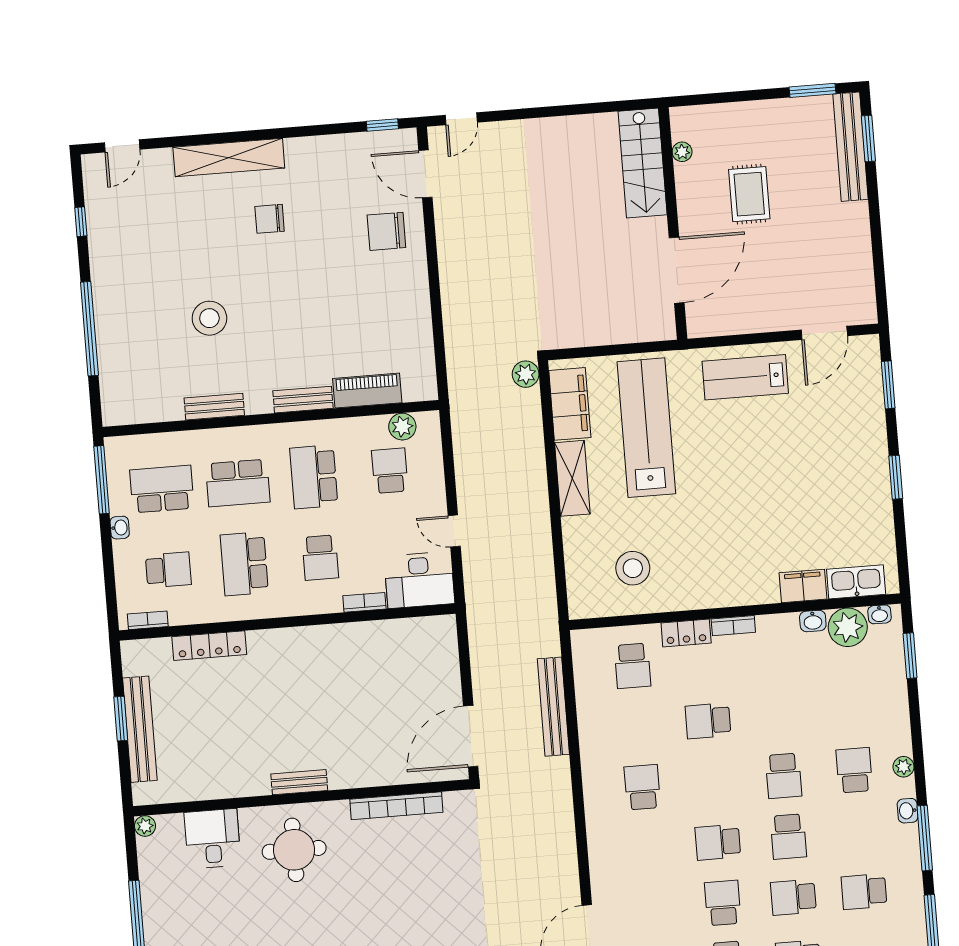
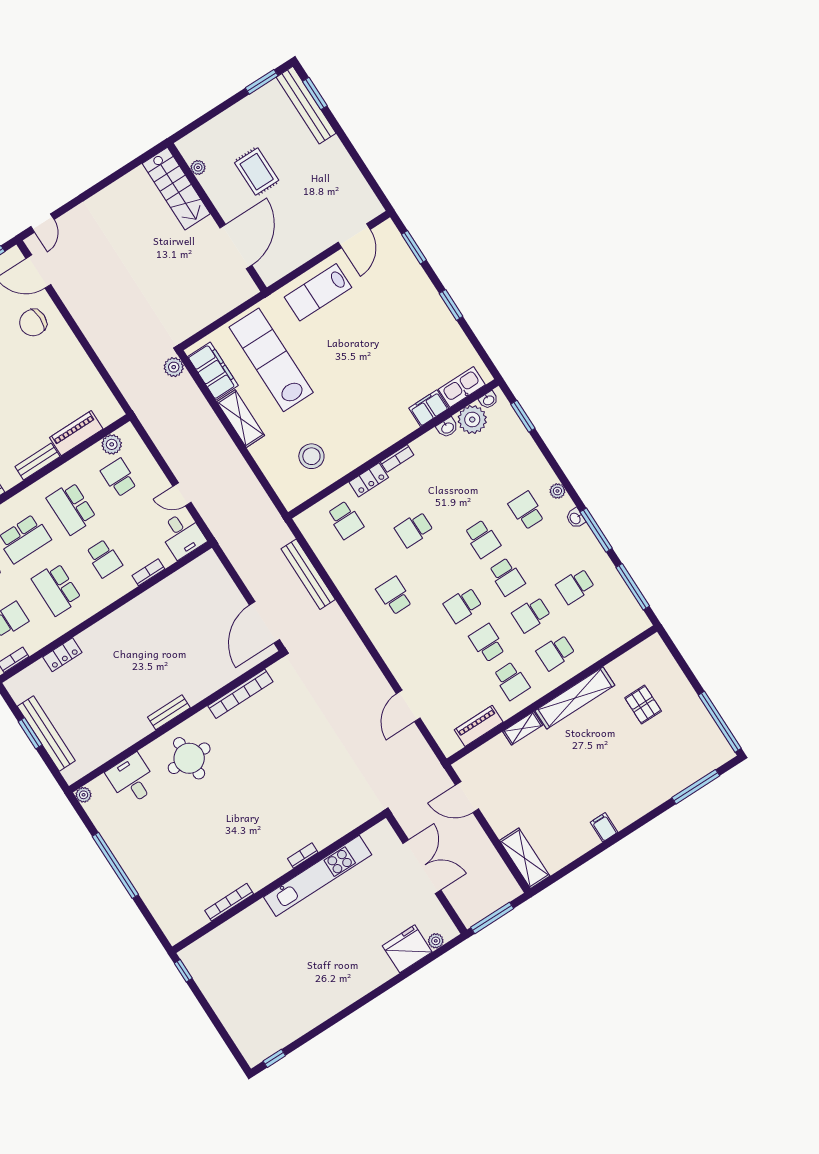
desk: (419, 580) -> (182, 535), width x0.73
locker: (209, 646) -> (62, 655), width x0.66

